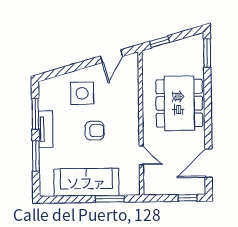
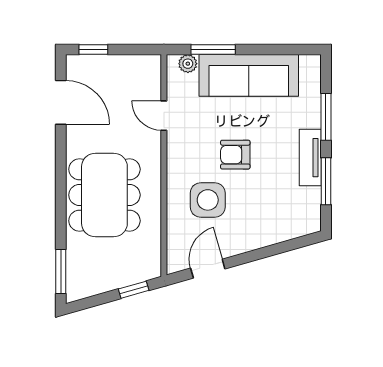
side table: (82, 93) -> (208, 200), moved
door: (208, 163) -> (61, 102), hinge flipped
plant: (126, 189) -> (188, 64), added

